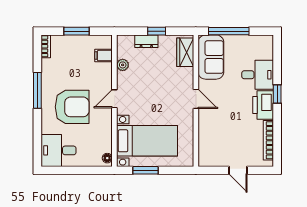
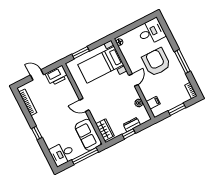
desk: (258, 75) -> (62, 154), moved
printer: (263, 105) -> (57, 75), moved, turned 90
armchair: (72, 107) -> (156, 62), turned 90
window: (146, 170) -> (81, 53), moved

